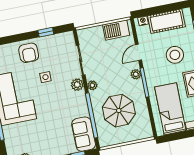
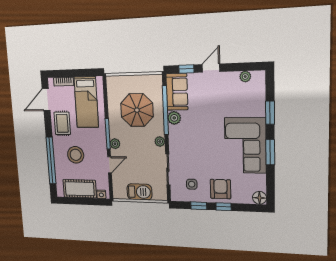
barbecue: (116, 30) -> (139, 192), moved
window: (23, 37) -> (224, 207), added
side table: (45, 77) -> (192, 184), moved
plant: (77, 85) -> (174, 118), moved

